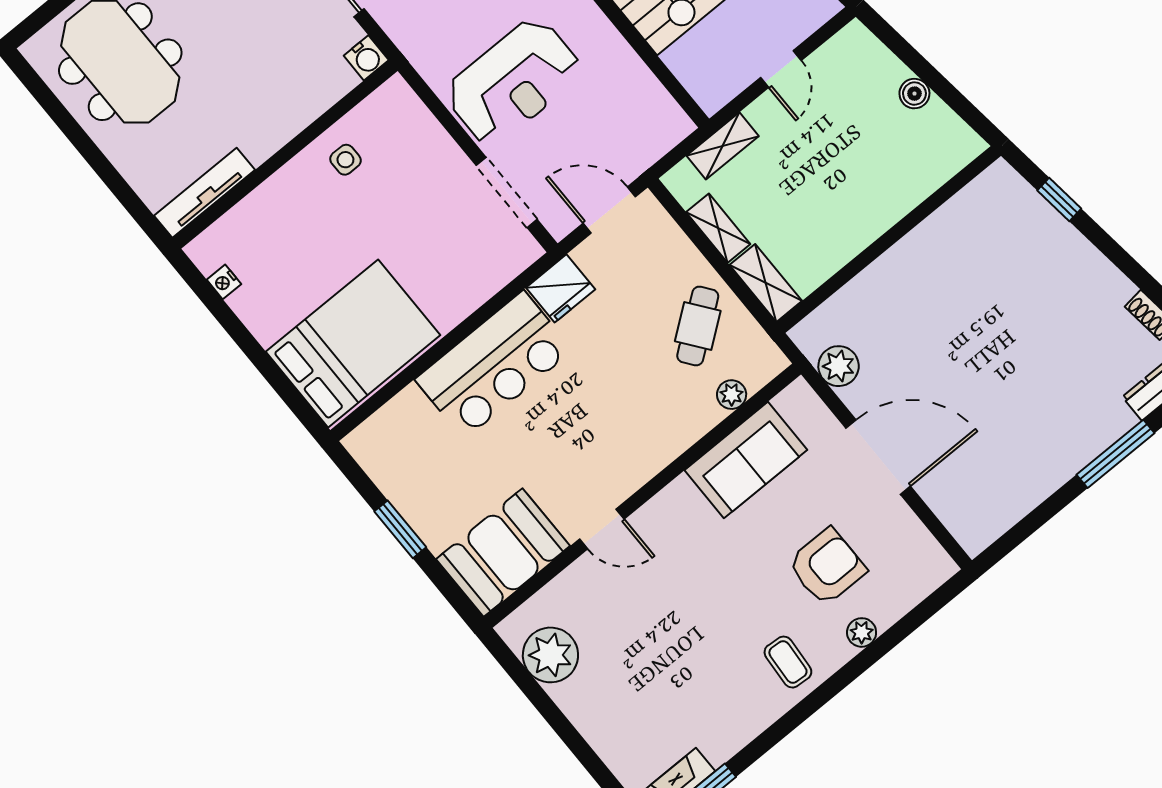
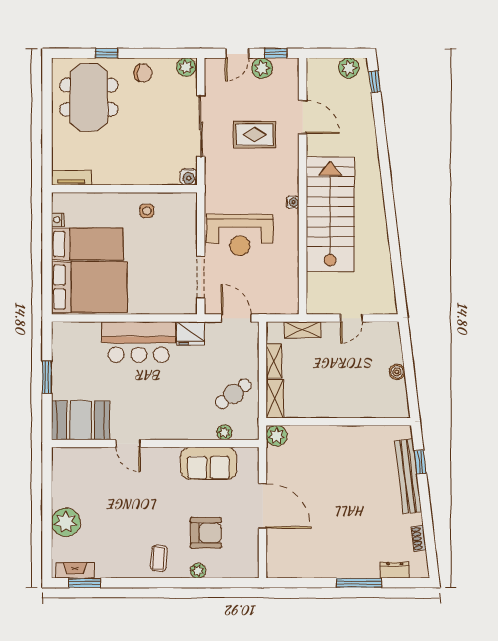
tv unit: (204, 193) -> (71, 178), width x0.71
bench: (1059, 235) -> (408, 476), added
bed: (297, 282) -> (87, 244), added
plant: (839, 366) -> (277, 436), moved
plant: (550, 655) -> (66, 522), moved

